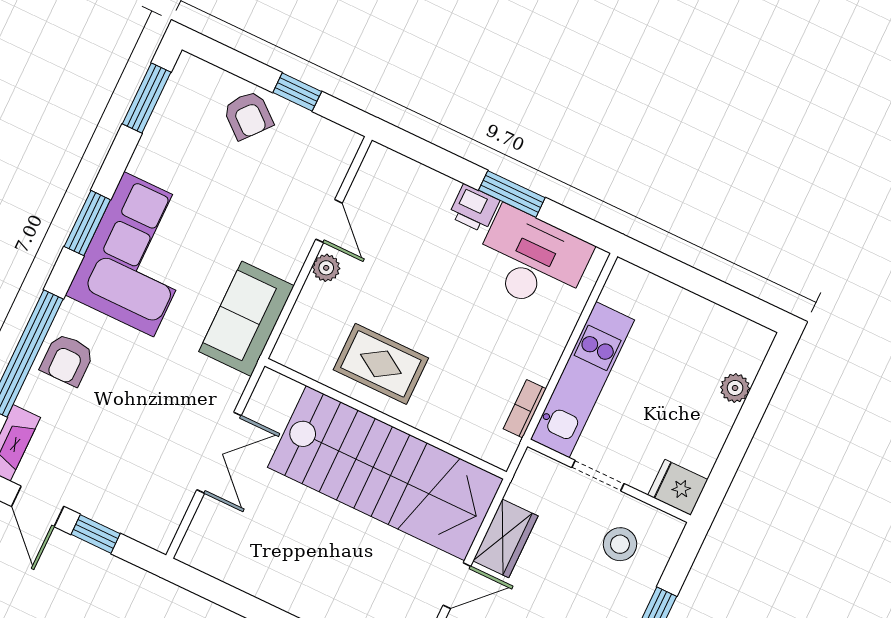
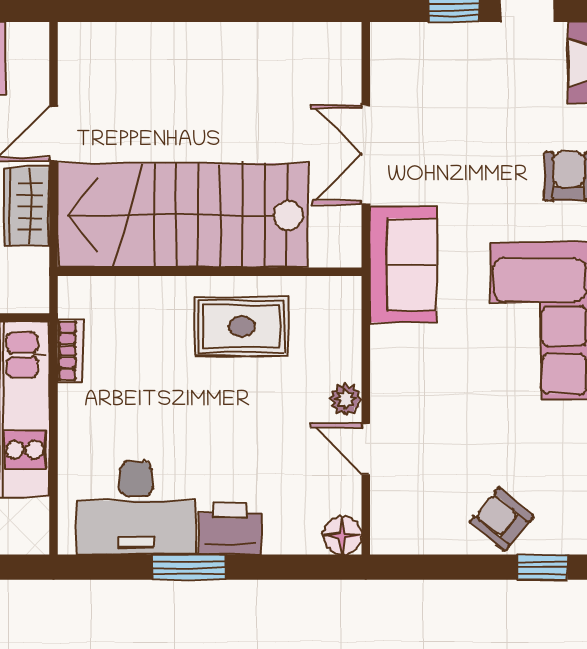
window: (297, 92) -> (542, 567), moved
floor lamp: (380, 162) -> (342, 536), added
printer: (474, 208) -> (230, 529), width x1.36, depth x1.24
sofa: (246, 319) -> (403, 265), moved

